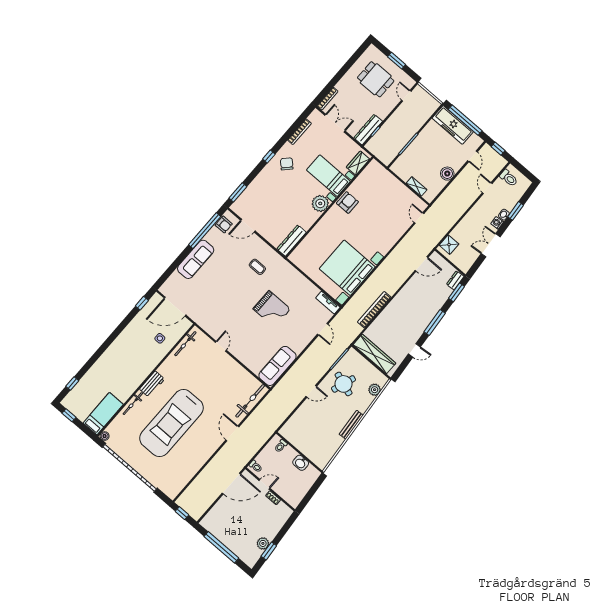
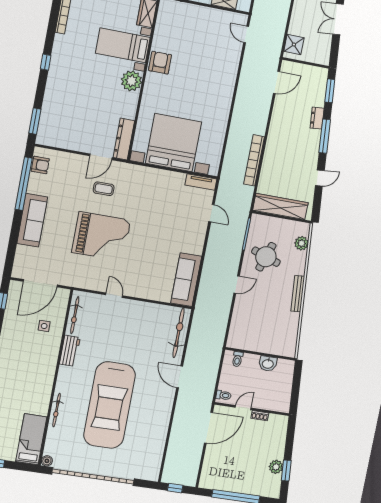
chair: (287, 164) -> (70, 59), removed
door: (248, 226) -> (101, 157), moved
bed with nightstands: (347, 268) -> (174, 143), moved, turned 90
dresser: (455, 280) -> (317, 118), moved
grand piano: (272, 309) -> (101, 236), moved, width x1.37, depth x1.48
workbench: (152, 384) -> (70, 351), moved

